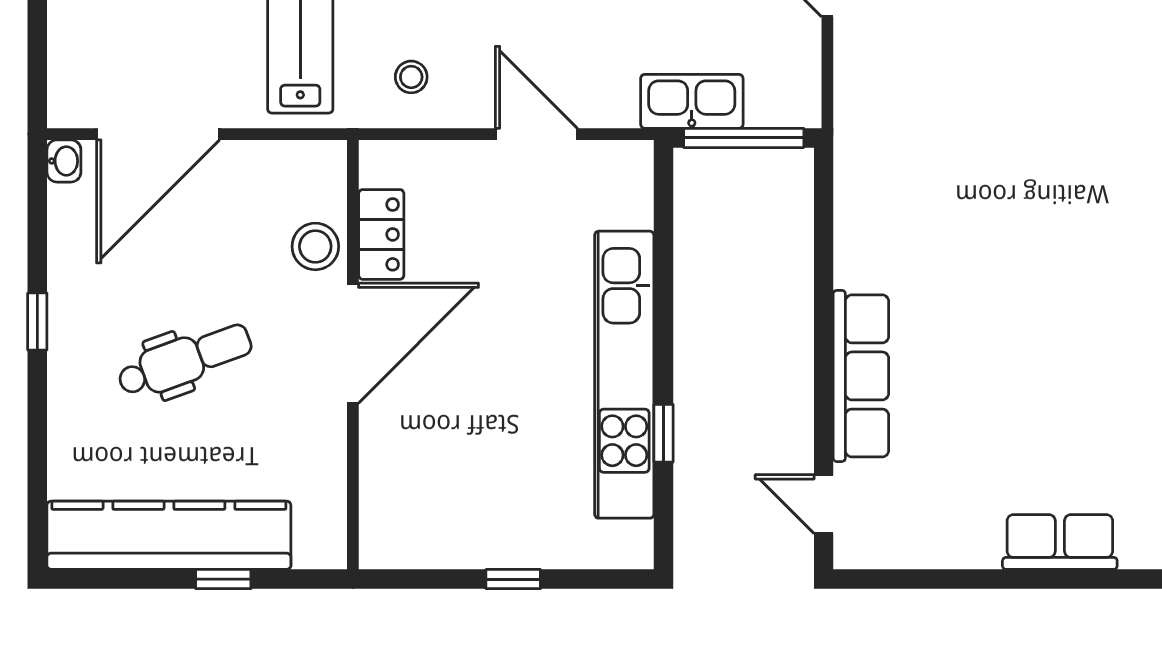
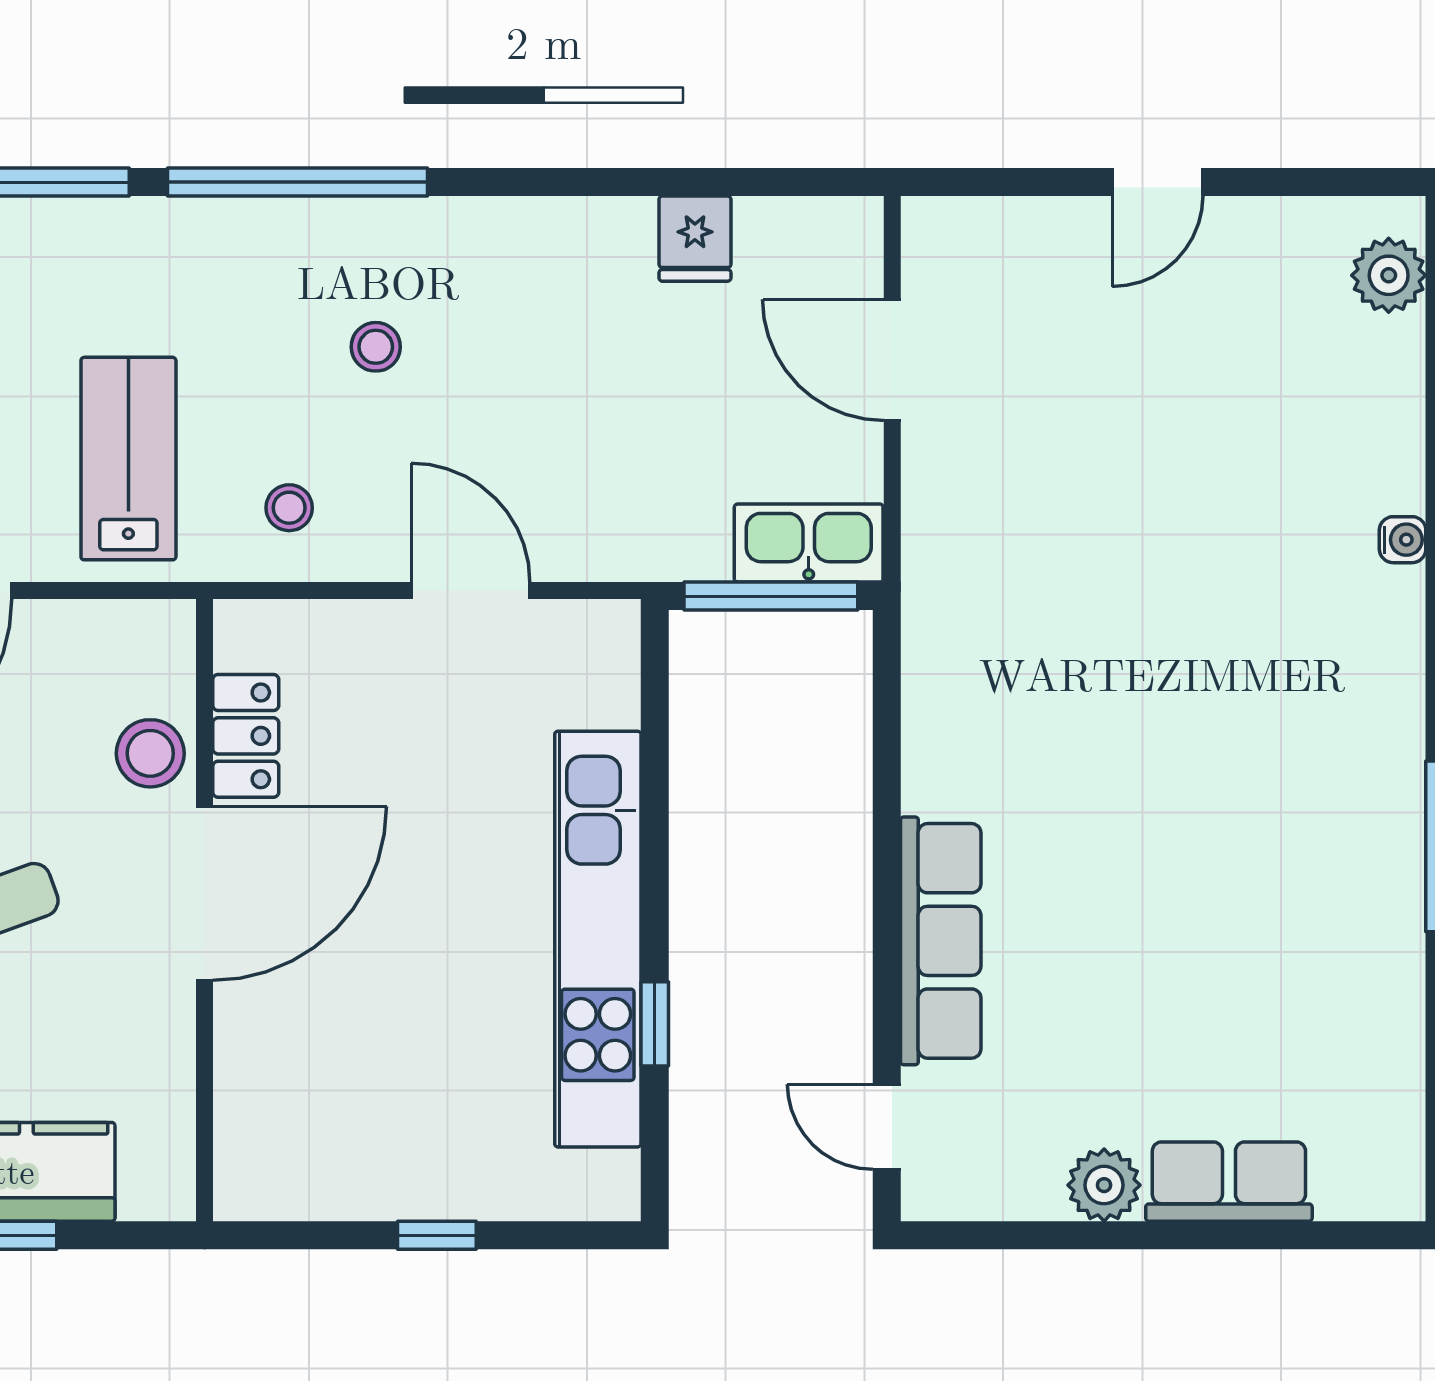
kitchen sink: (692, 101) -> (809, 543), moved
plant: (974, 544) -> (1104, 1185), added

